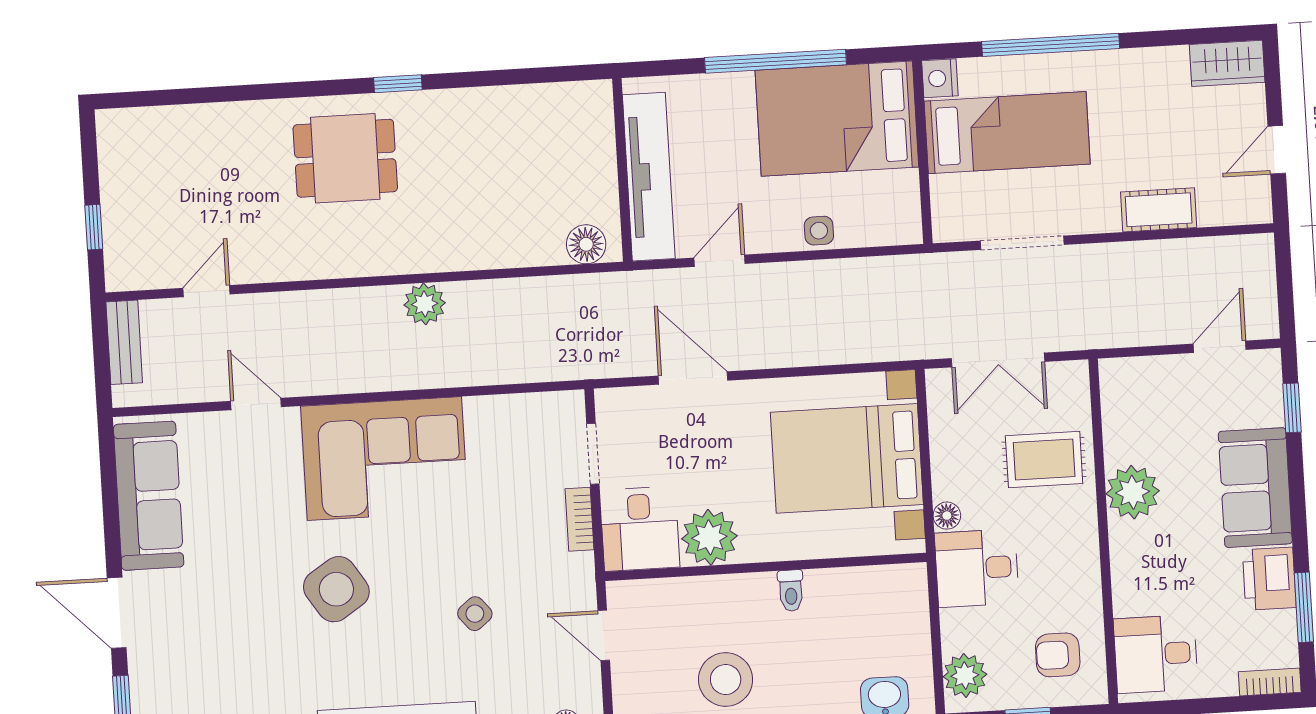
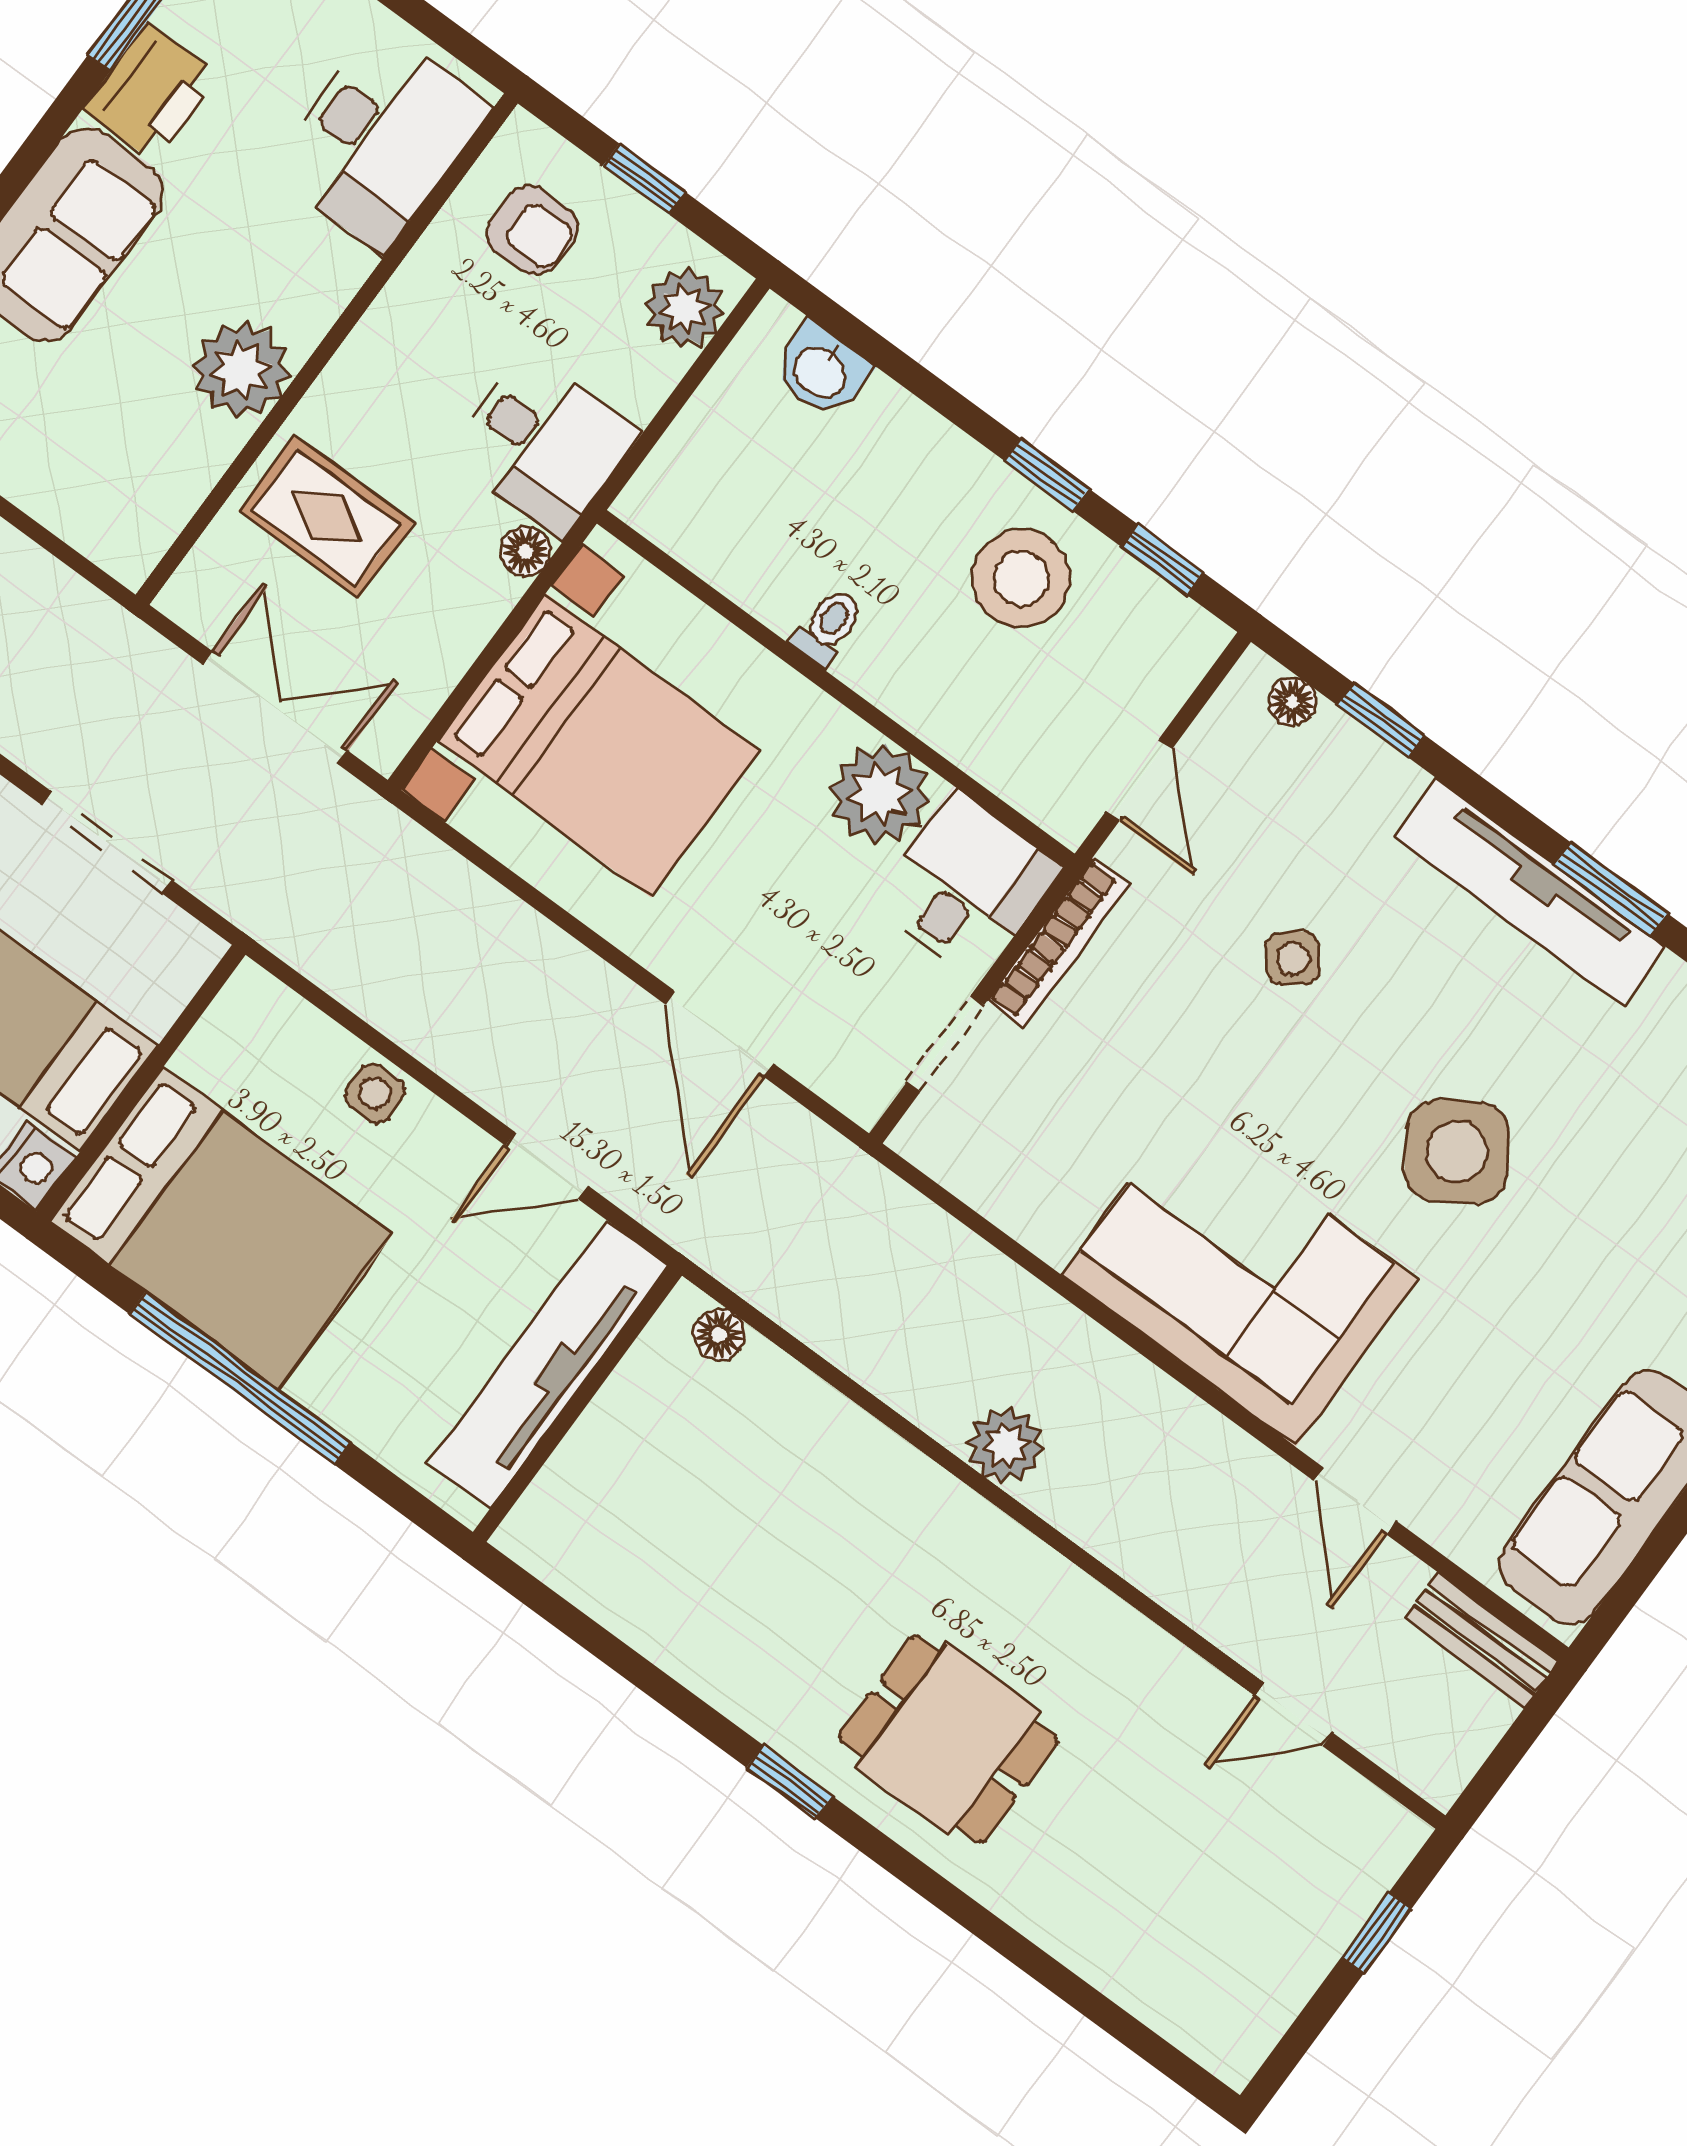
floor lamp: (586, 244) -> (719, 1335), width x0.73, depth x0.73
bench: (124, 342) -> (1482, 1640), moved, turned 90
bookcase: (580, 519) -> (1058, 943), width x1.56
desk: (1156, 654) -> (380, 139), width x1.37

